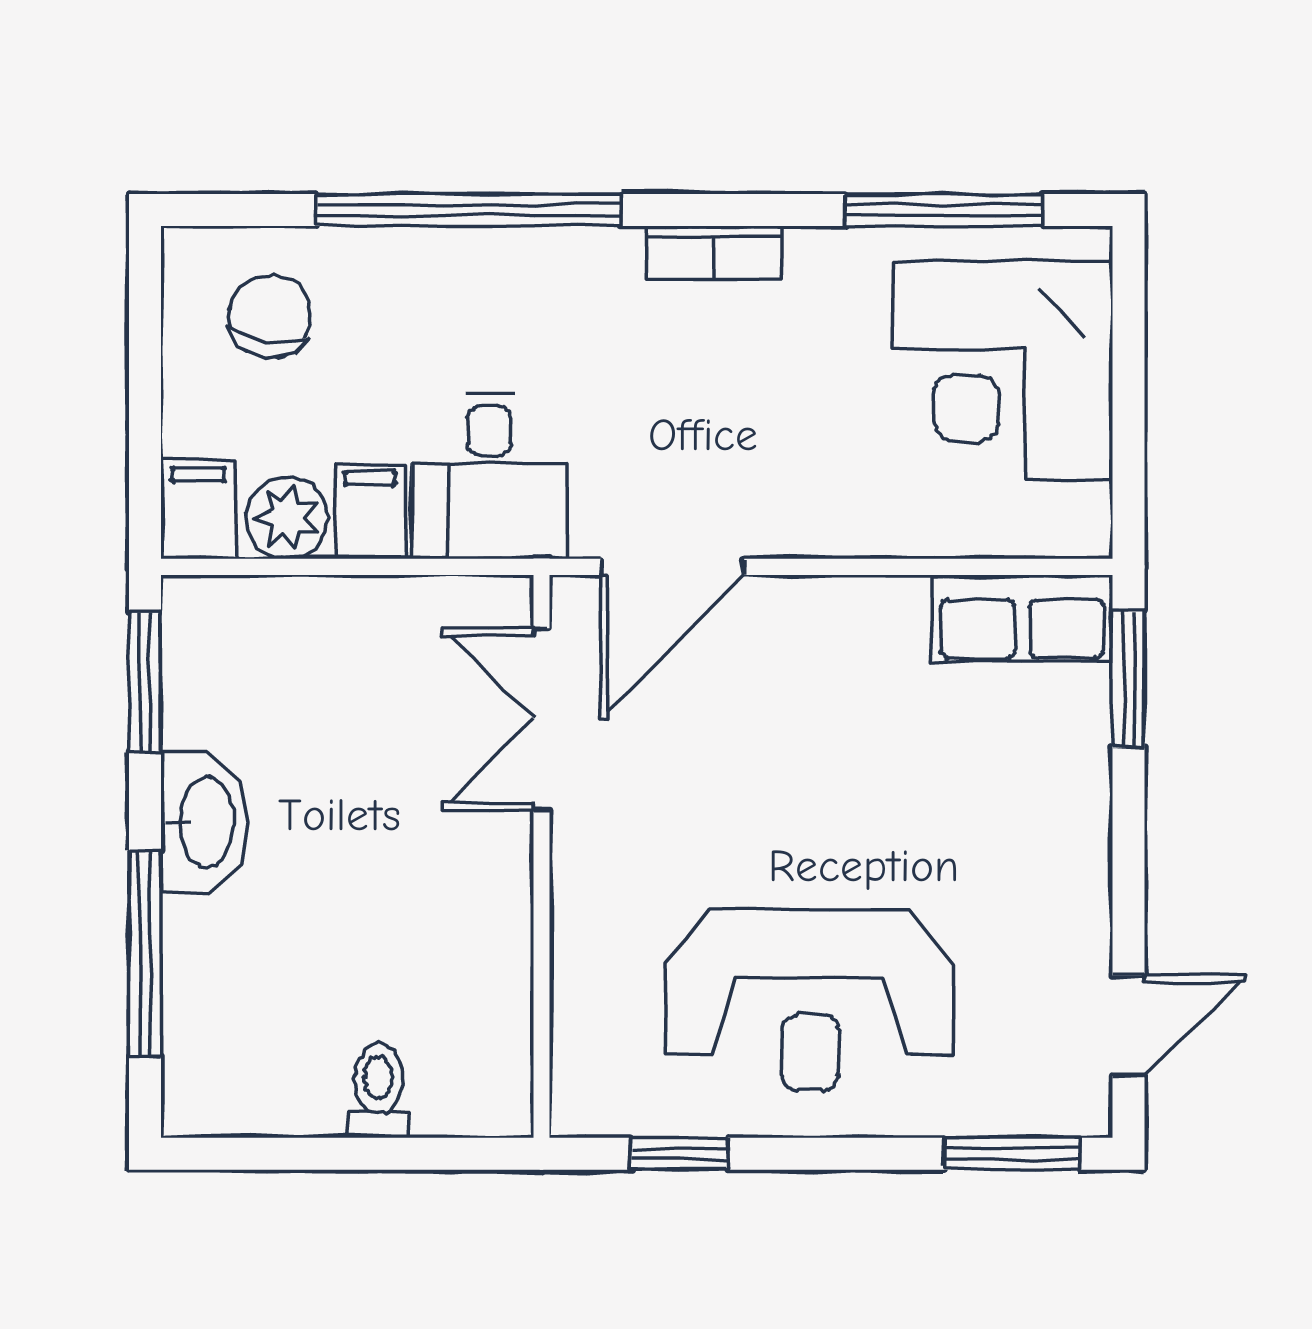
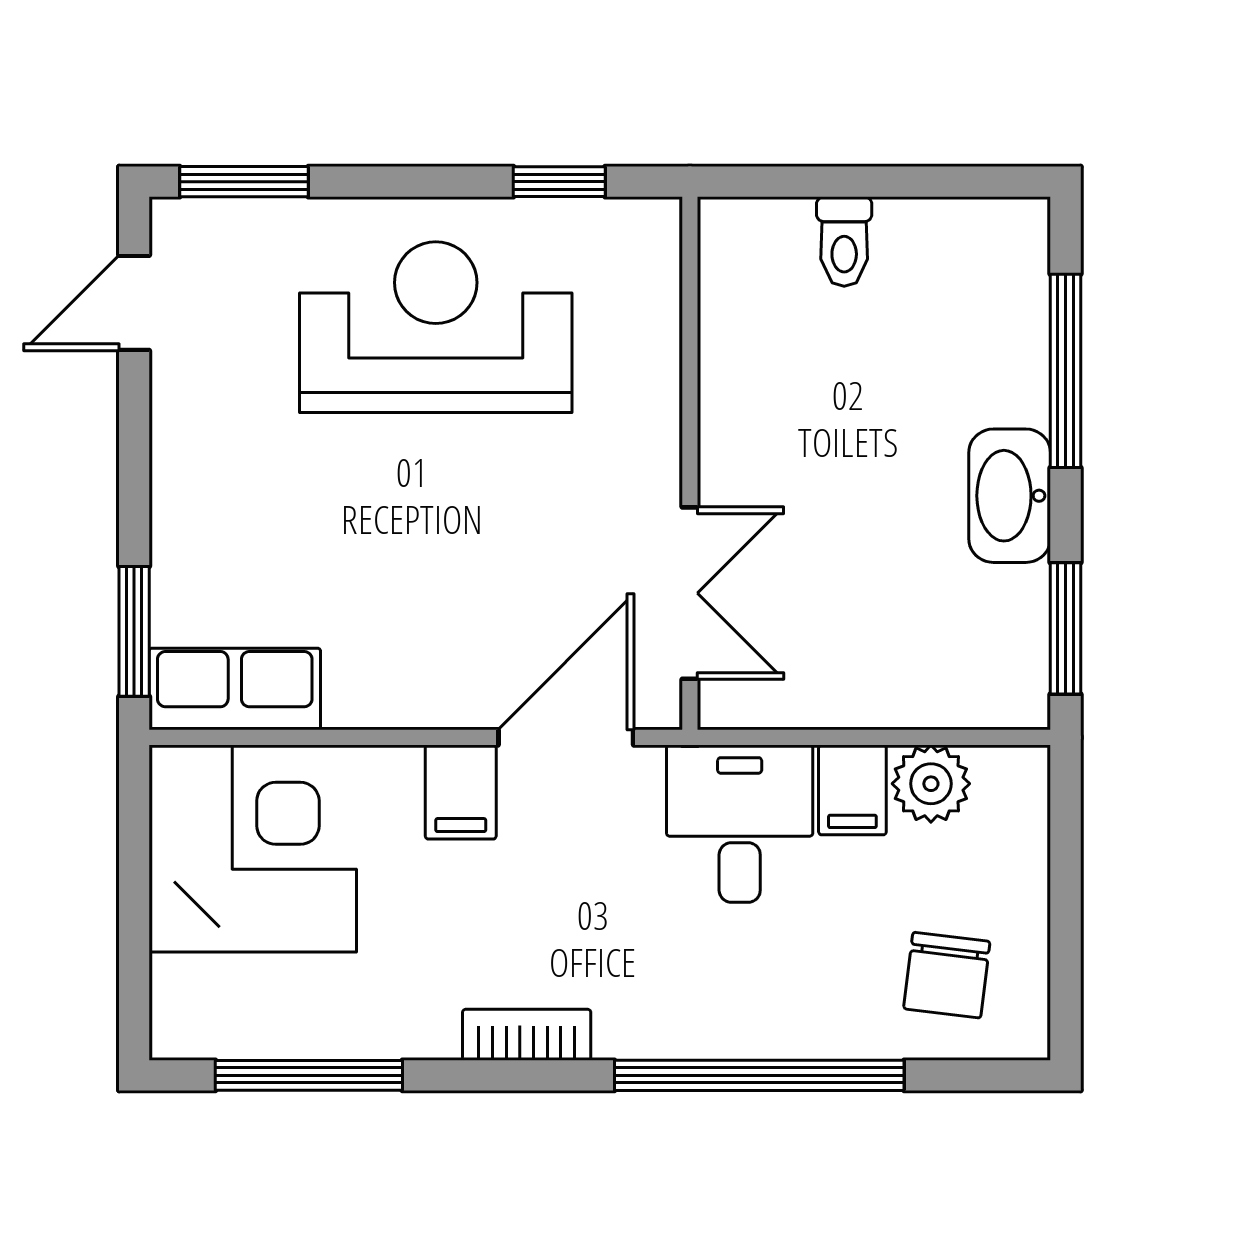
corner desk: (1003, 371) -> (253, 849), moved
filing cabinet: (198, 509) -> (461, 792), moved

